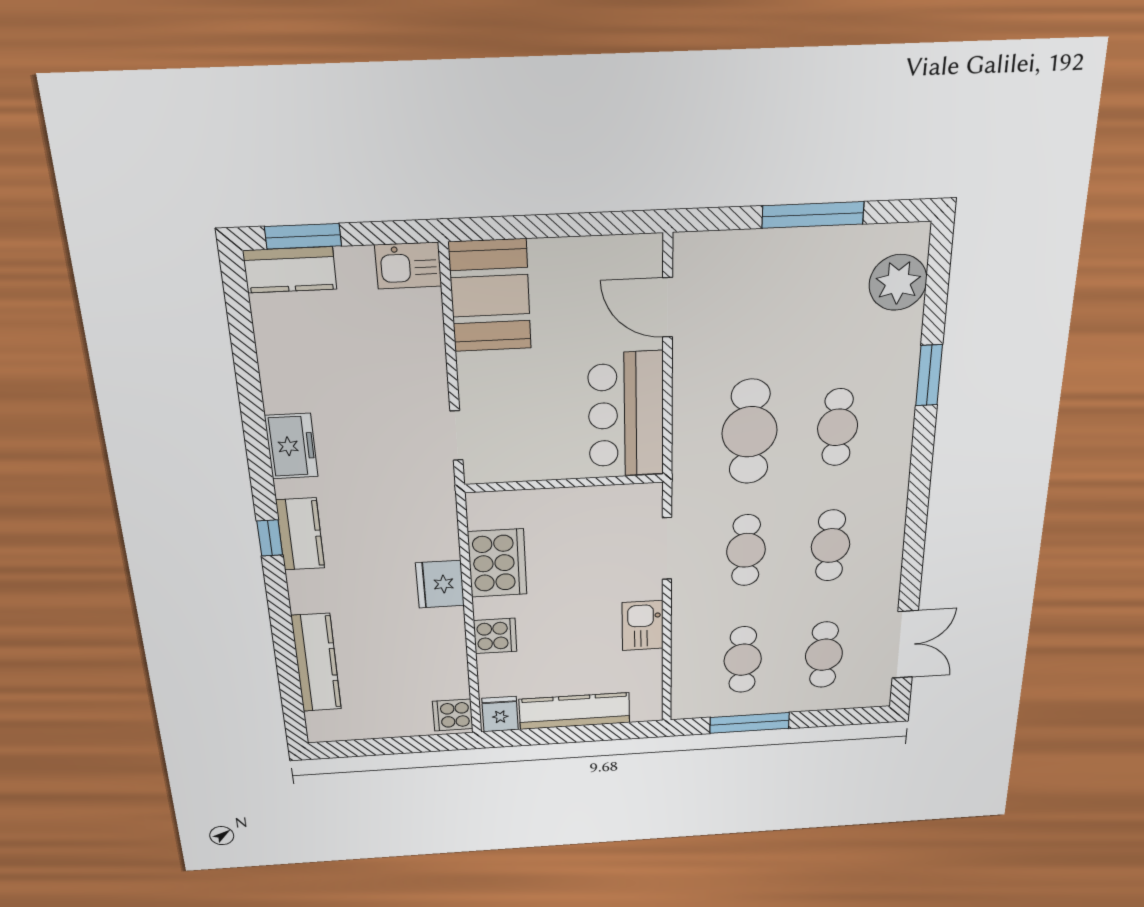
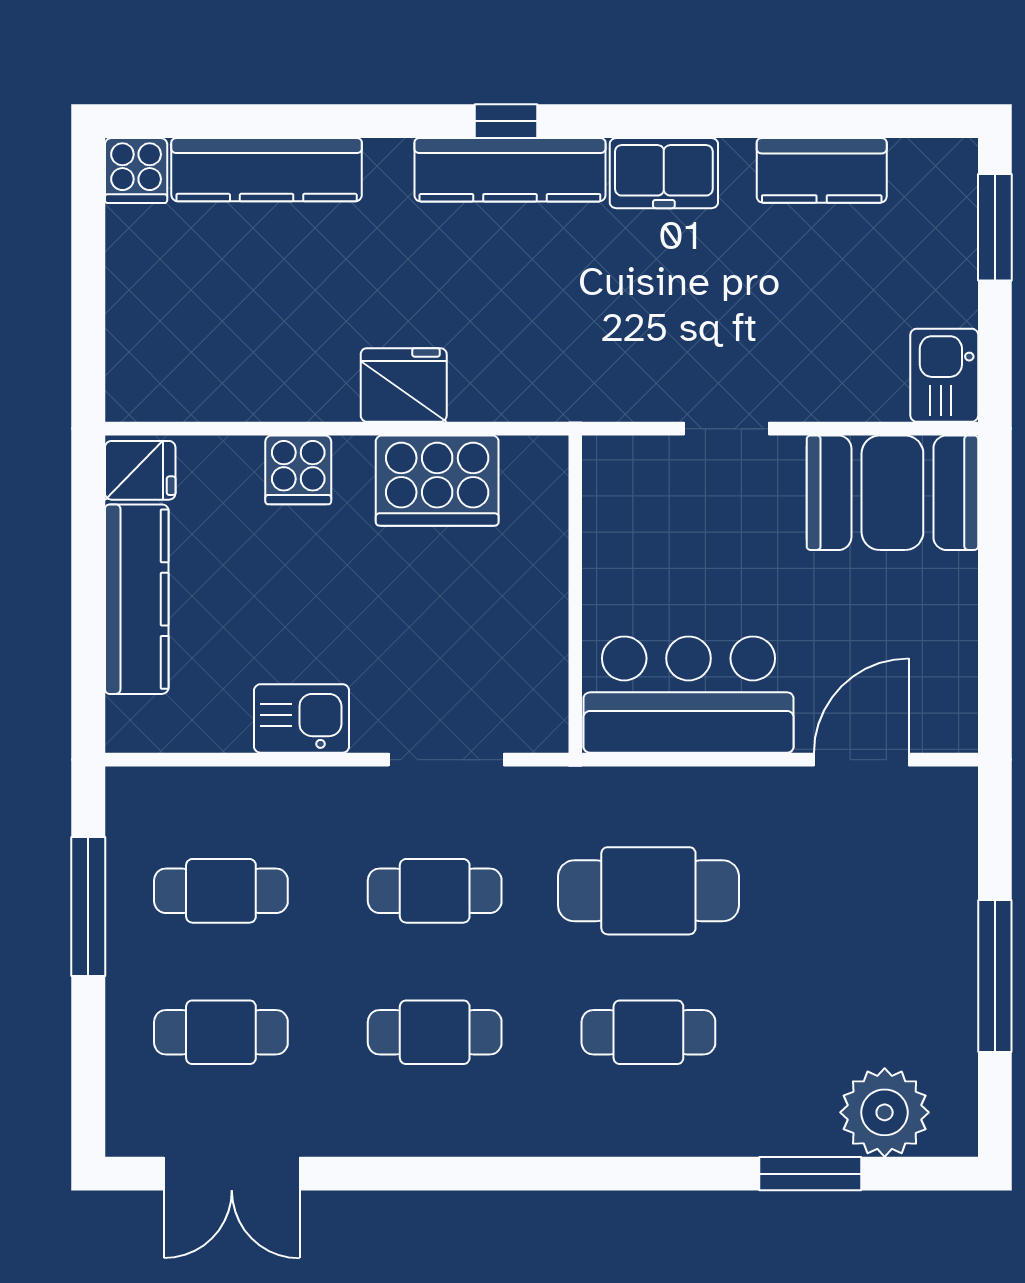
kitchen counter: (290, 270) -> (822, 170), moved, turned -90
window: (929, 375) -> (810, 1174), moved
doorway: (456, 436) -> (727, 429), moved
kitchen counter: (300, 534) -> (510, 170), width x1.50
cooker: (453, 715) -> (136, 171), moved, turned 180

